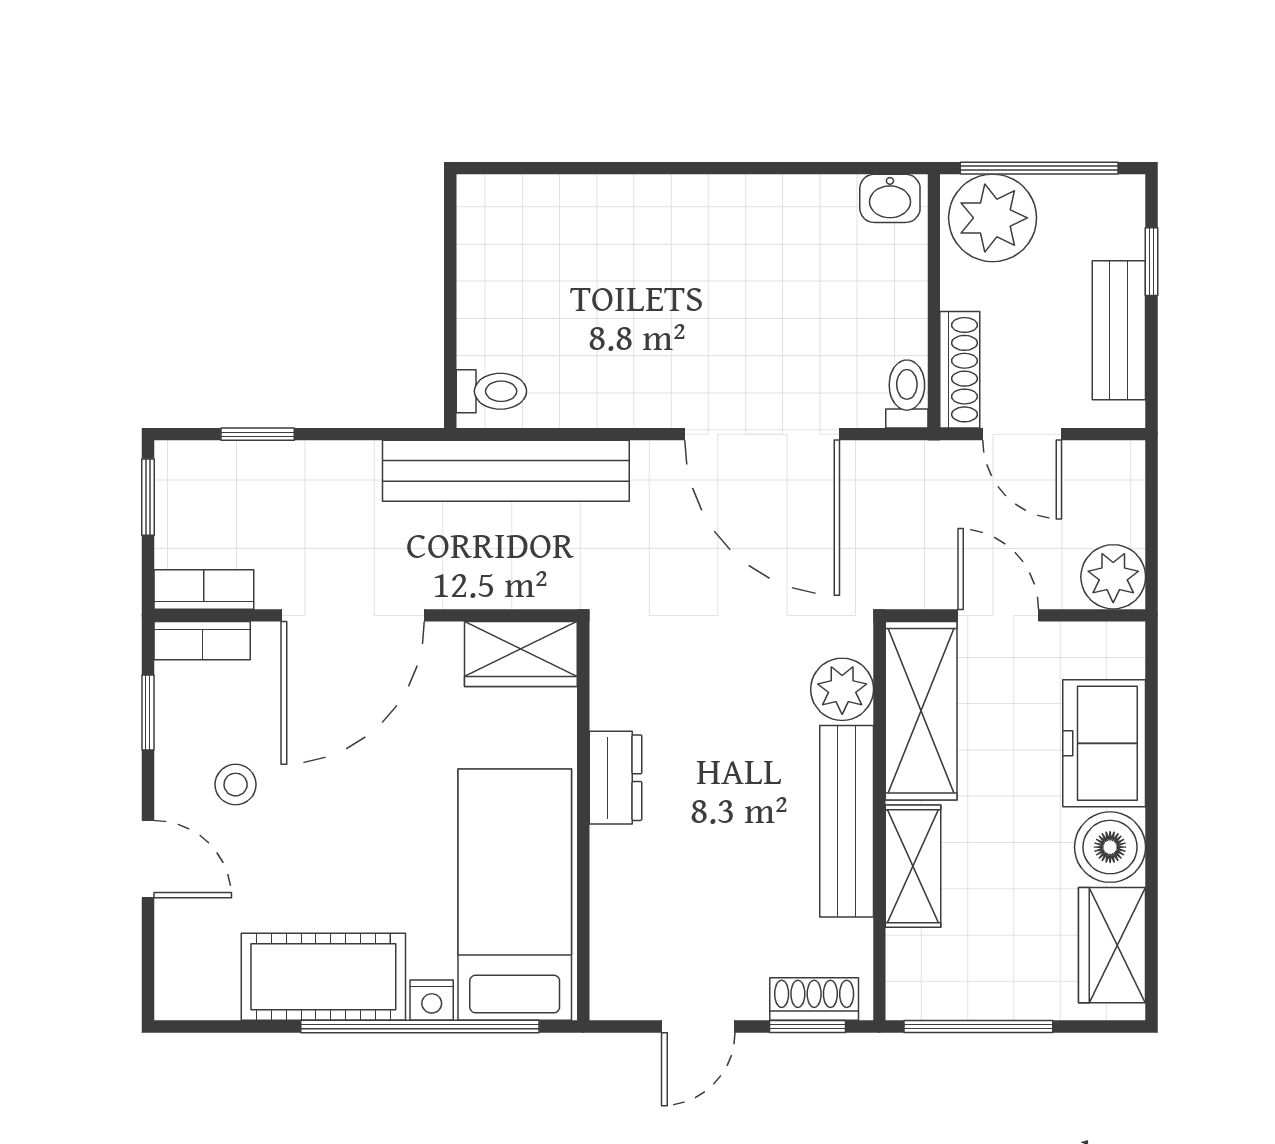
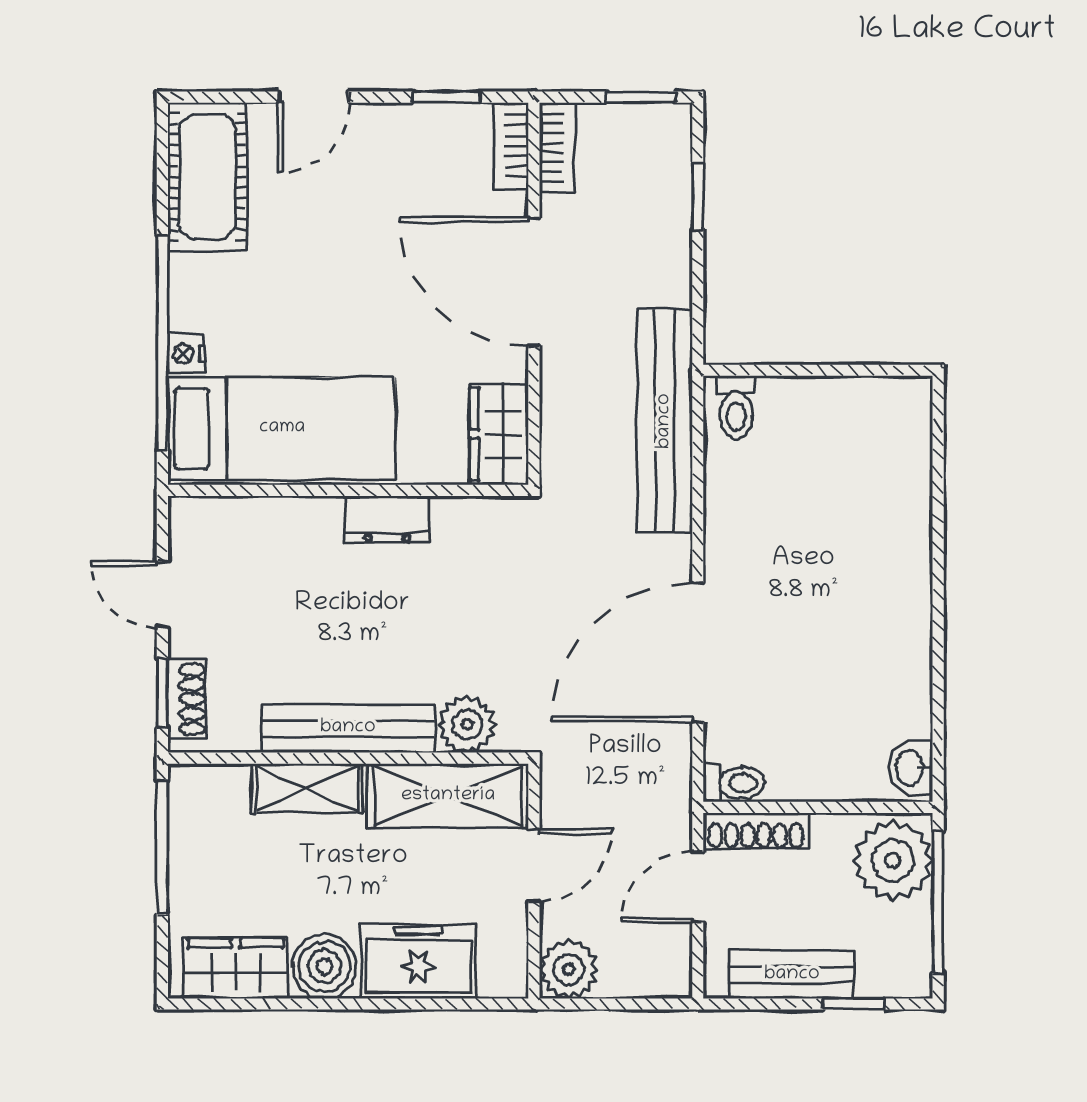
stool: (236, 785) -> (381, 176), removed
cot: (323, 977) -> (207, 177), moved

